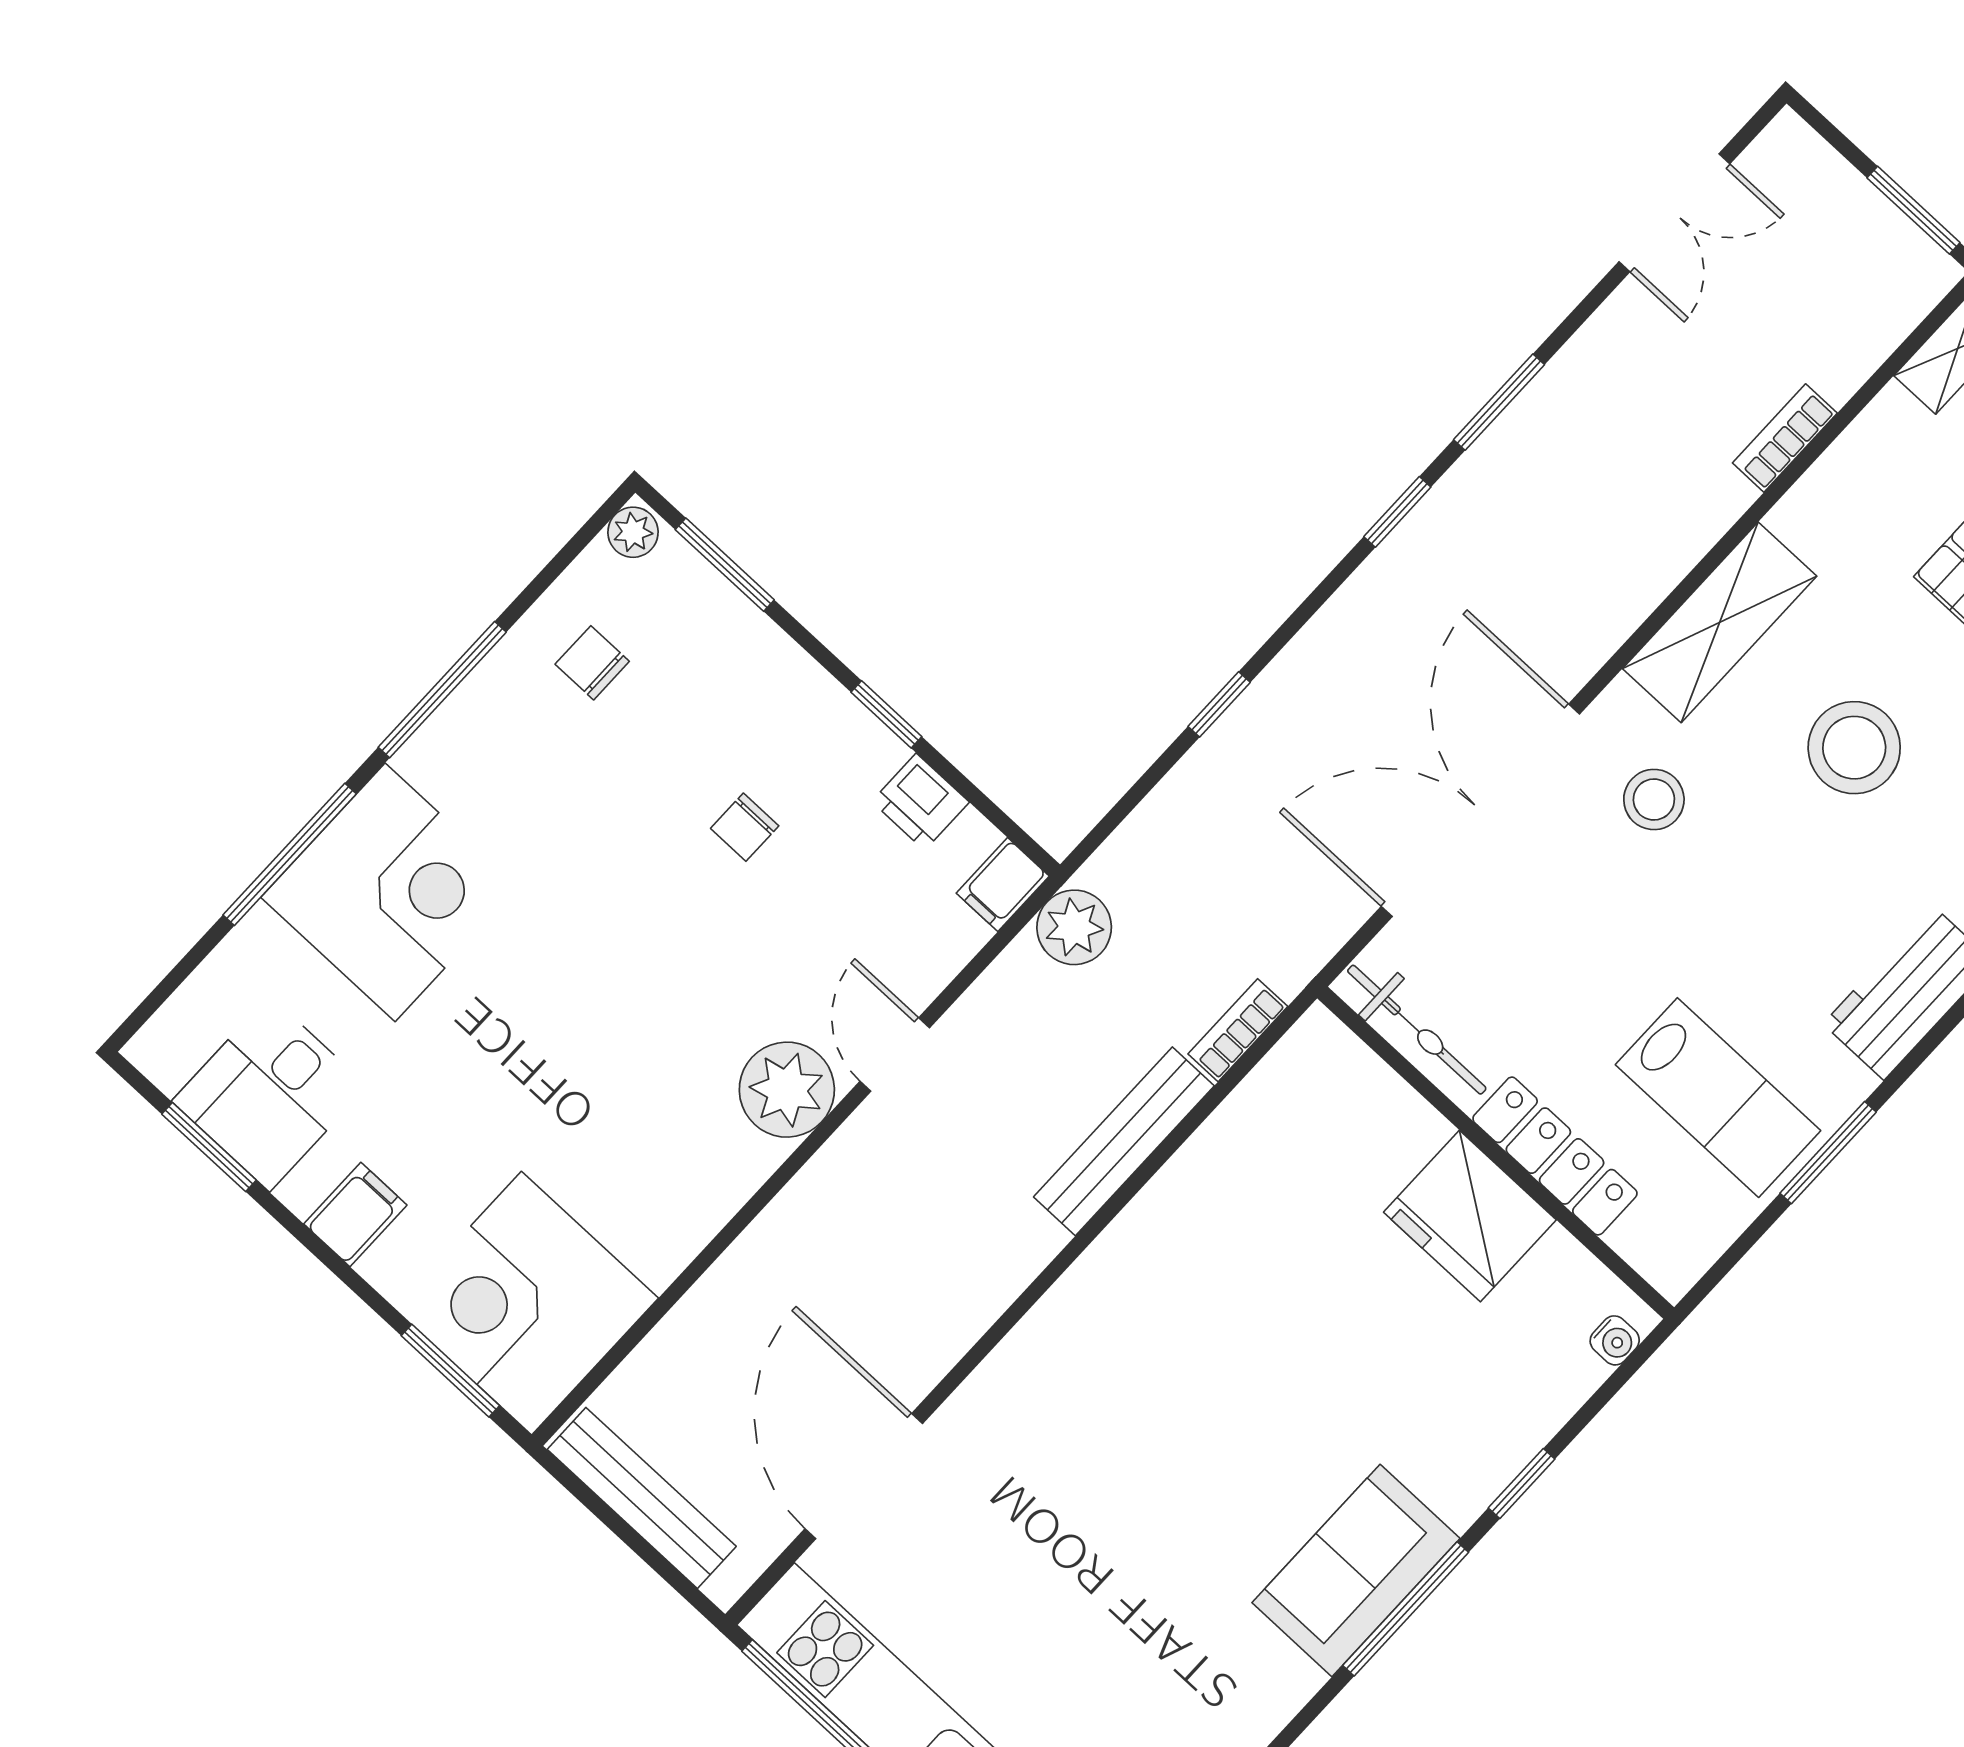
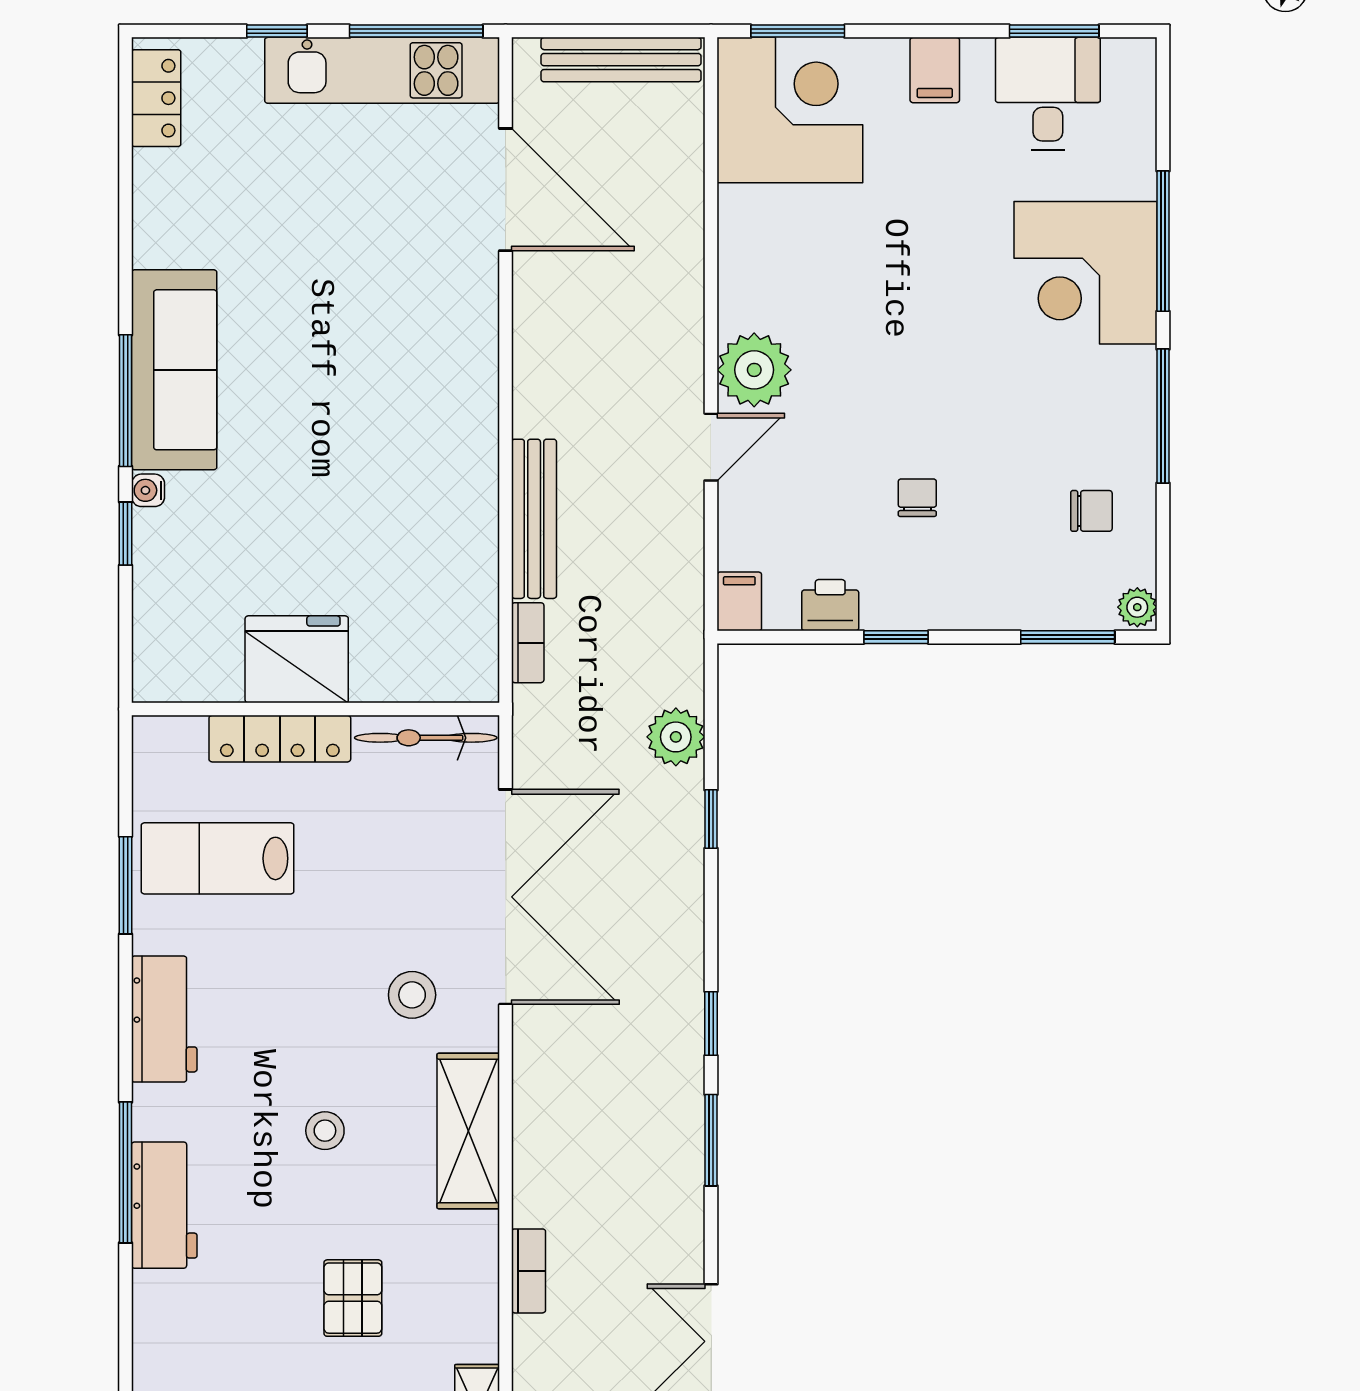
stool: (1854, 748) -> (325, 1131), width x0.53, depth x0.53
plant: (1074, 927) -> (676, 737), moved
door: (895, 1055) -> (711, 447), hinge flipped
water cooler: (1615, 1340) -> (148, 490), moved
sofa: (1356, 1570) -> (174, 370), width x1.36

